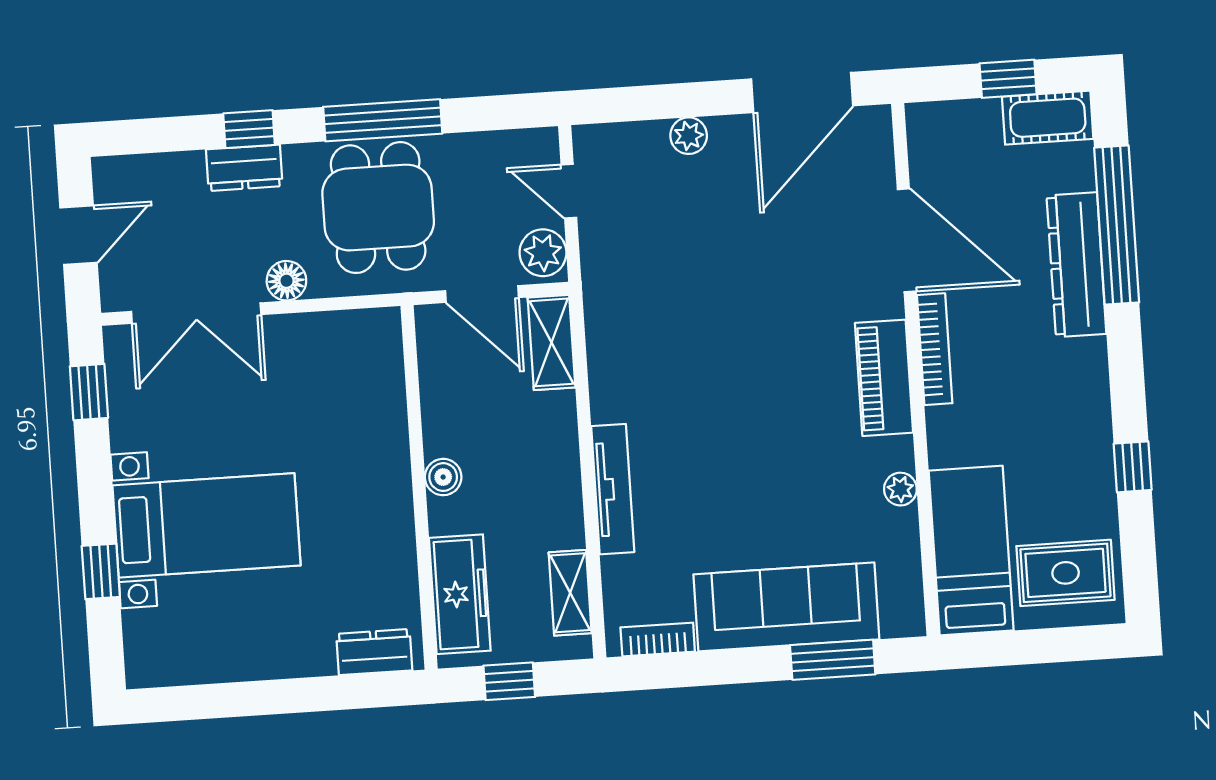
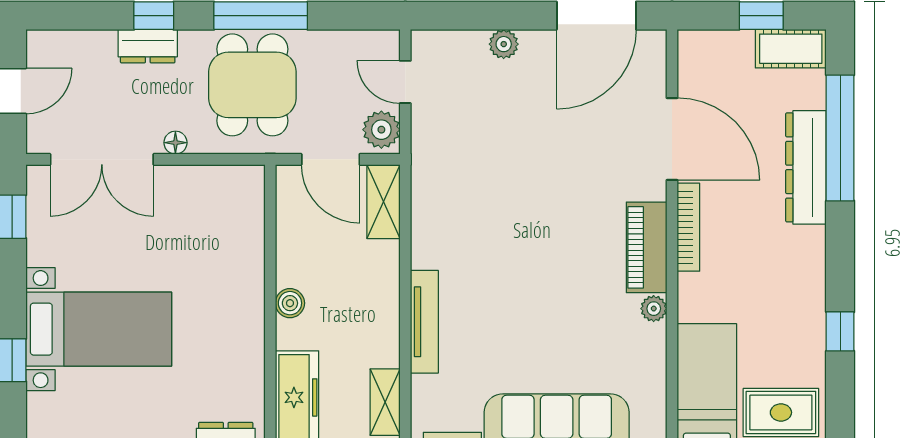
floor lamp: (286, 281) -> (175, 143), width x0.73, depth x0.73
plant: (900, 489) -> (654, 309), moved

